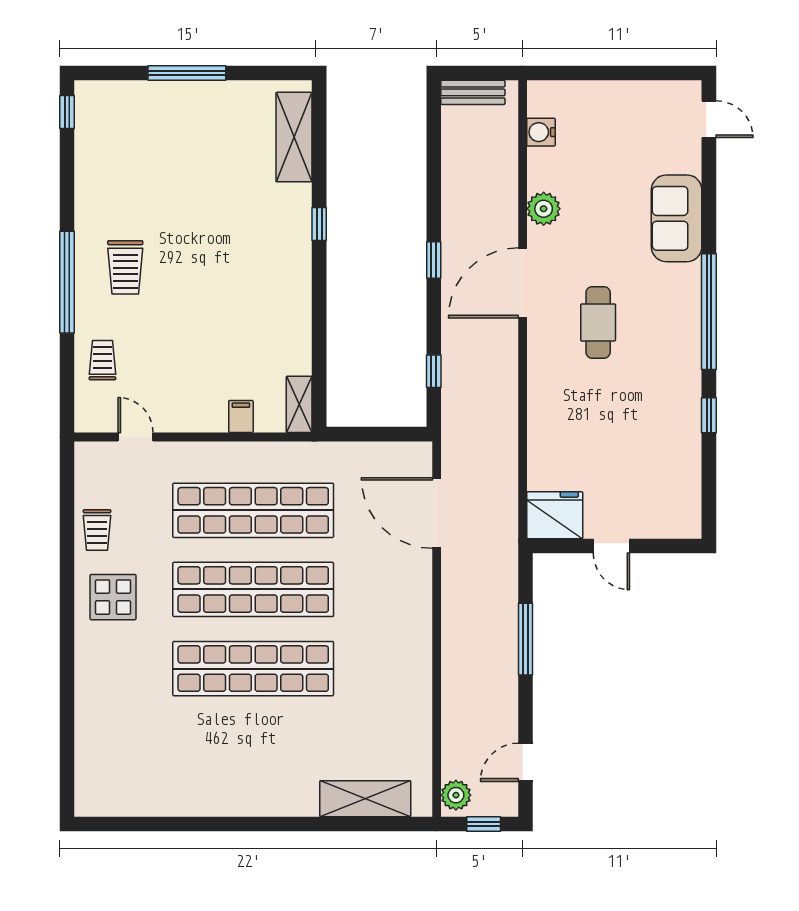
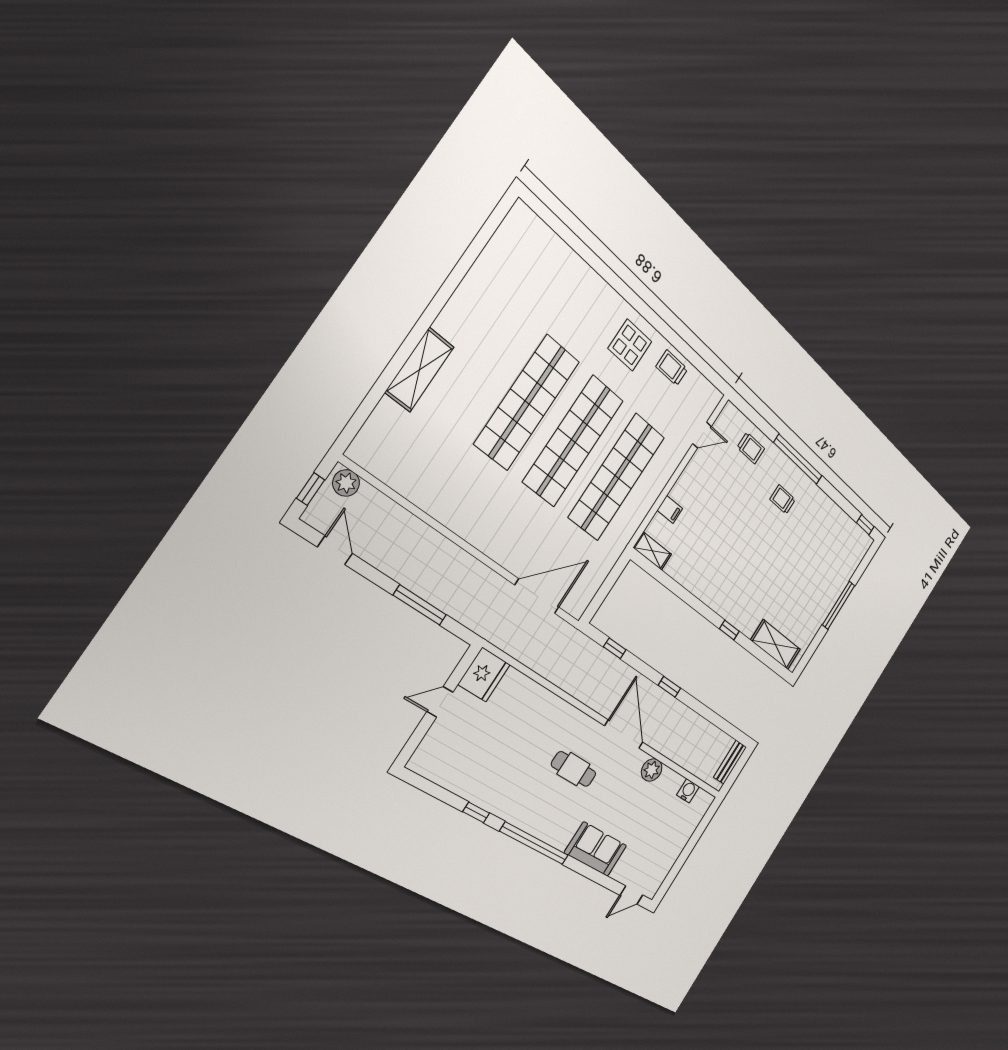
trolley: (125, 267) -> (783, 499), width x0.73, depth x0.72
shelving: (365, 799) -> (420, 370), moved

